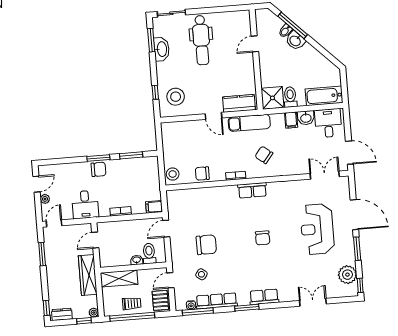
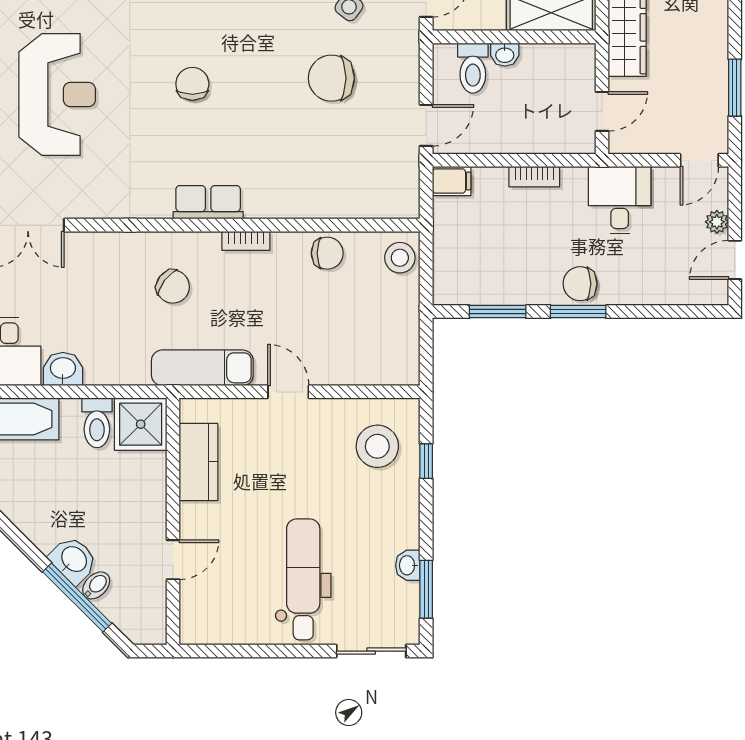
washbasin: (162, 49) -> (408, 565), width x0.52, depth x0.69
kitchen counter: (239, 103) -> (199, 462), moved, turned -90
filing cabinet: (291, 120) -> (100, 366), removed

